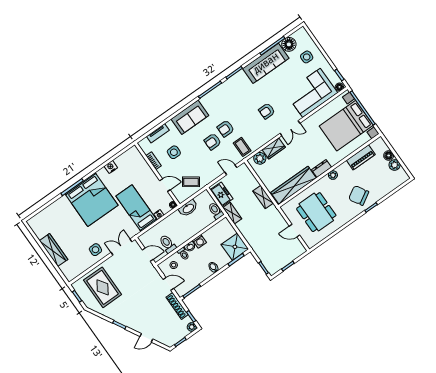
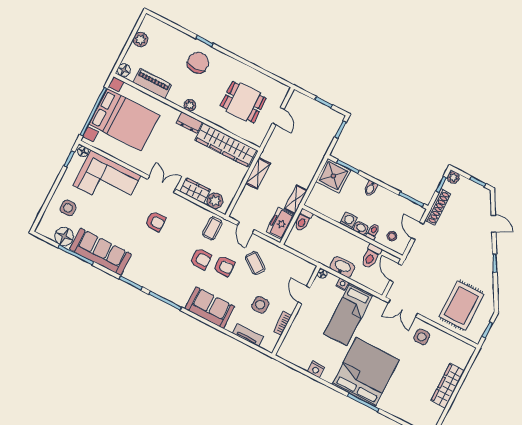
floor lamp: (389, 155) -> (124, 70), moved
coffee table: (191, 182) -> (255, 263), moved
chair: (359, 195) -> (198, 63), turned -149
washbasin: (188, 208) -> (342, 267), moved
dining table: (316, 212) -> (243, 102), width x0.73

